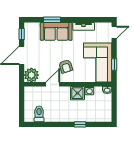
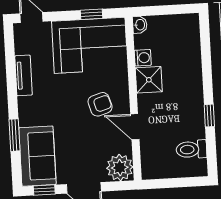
sofa: (56, 31) -> (37, 156), moved
window: (80, 124) -> (209, 116), moved

